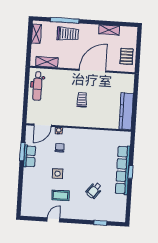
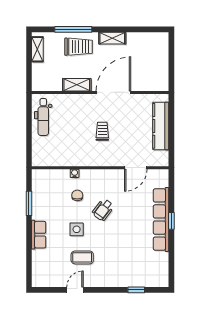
shelving: (109, 30) -> (112, 38), moved
pallet: (127, 56) -> (157, 71), removed
shelving: (47, 62) -> (77, 85), moved
kitchen counter: (126, 111) -> (161, 126), moved
door: (43, 125) -> (136, 168), moved
row of seats: (30, 156) -> (39, 235), moved
wheelchair: (94, 190) -> (103, 210), moved

